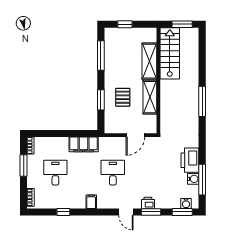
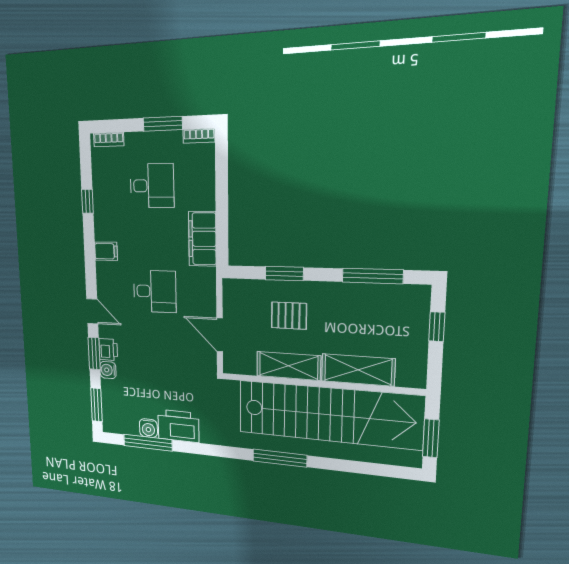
stairs: (170, 53) -> (329, 414), width x1.86, depth x1.51
water cooler: (186, 203) -> (108, 370), moved
door: (126, 212) -> (92, 311), swing flipped

